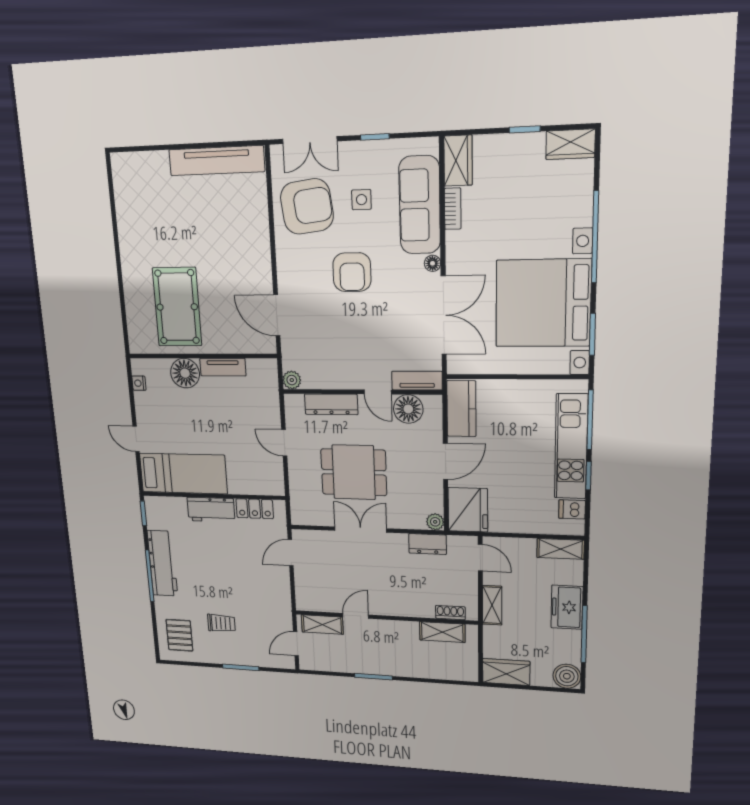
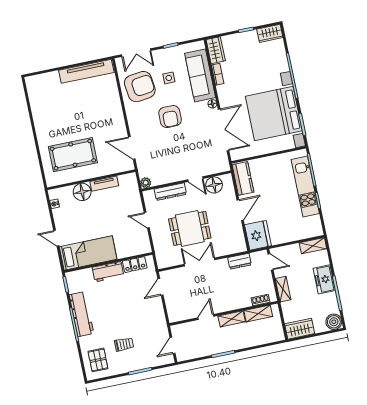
pool table: (177, 307) -> (73, 155), turned 90
tv unit: (417, 381) -> (216, 168), removed
dishwasher: (572, 509) -> (314, 221), removed
plant: (435, 522) -> (241, 247), removed
shelving: (322, 625) -> (232, 319), moved

